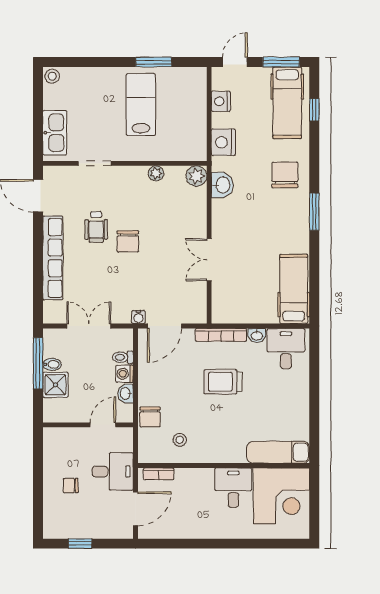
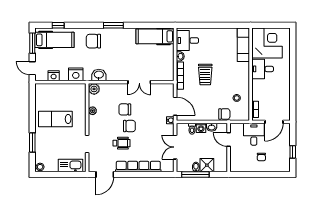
window: (154, 62) -> (32, 142), moved
chair: (158, 233) -> (125, 109), added
door: (135, 509) -> (274, 122), swing flipped

